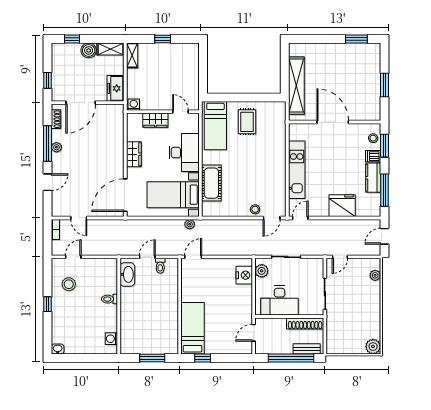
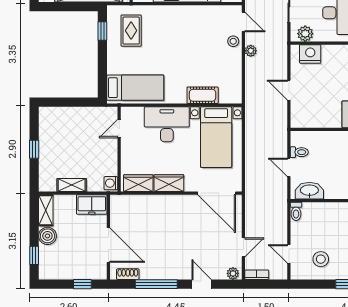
shelving: (132, 55) -> (72, 185), moved
window: (264, 97) -> (102, 31), added
wardrobe: (155, 120) -> (138, 183), moved, turned -90
rug: (247, 122) -> (131, 31), moved, turned 90
plant: (56, 147) -> (233, 273), moved
cot: (211, 183) -> (203, 95), width x0.73, depth x0.75
plant: (190, 224) -> (251, 51), moved
door: (193, 257) -> (289, 90), moved
toilet: (110, 299) -> (296, 211), moved

